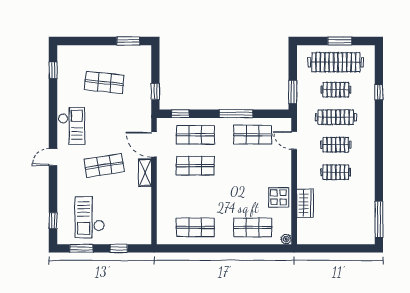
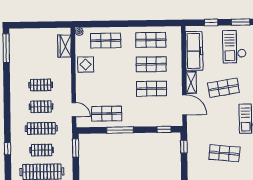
shop shelf: (195, 135) -> (151, 64), moved
wardrobe: (305, 203) -> (64, 46), moved
freezer: (141, 213) -> (194, 51), added
checkout: (90, 217) -> (234, 47), turned 180

